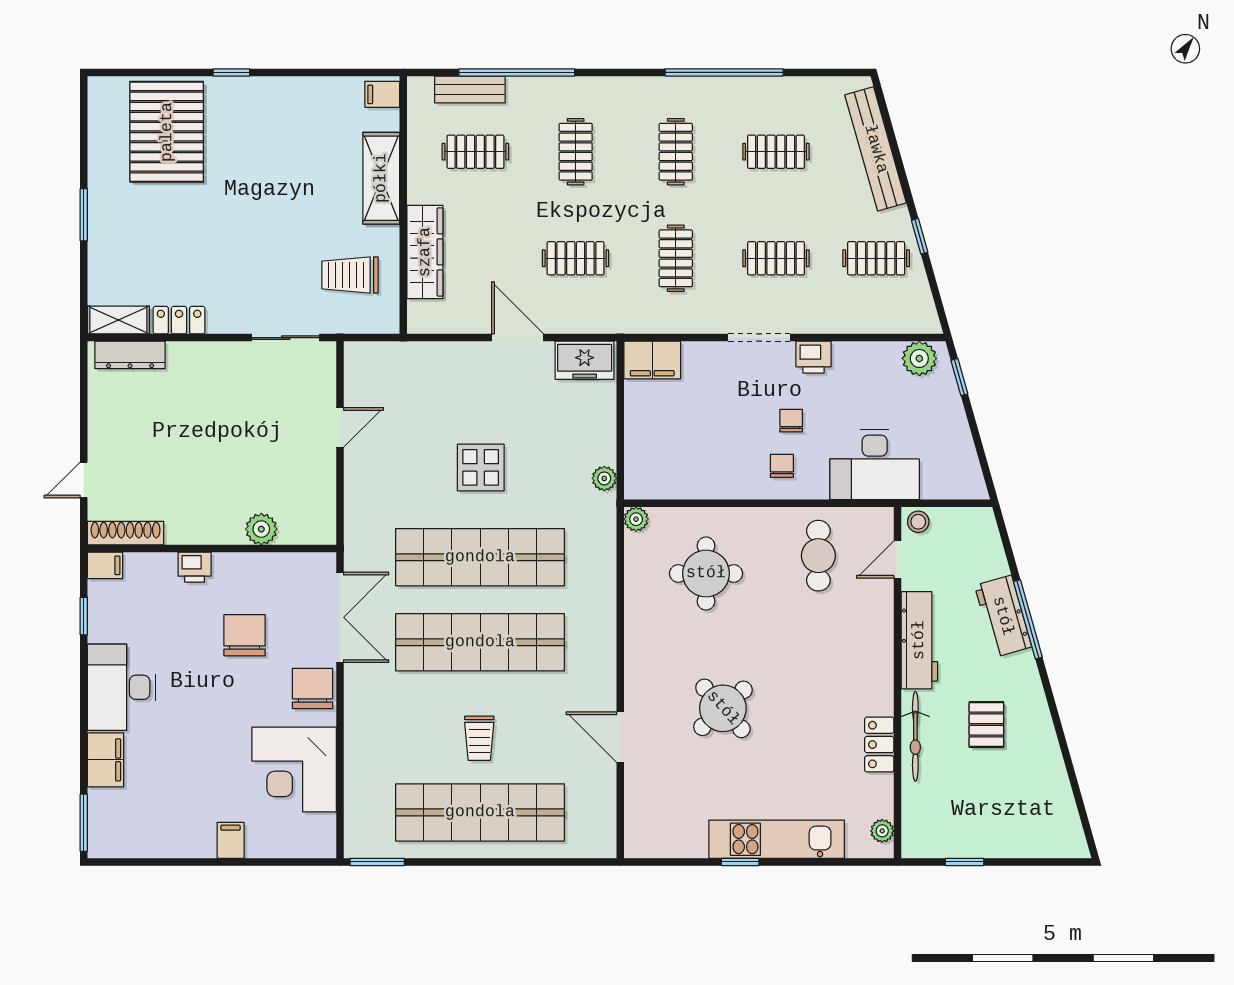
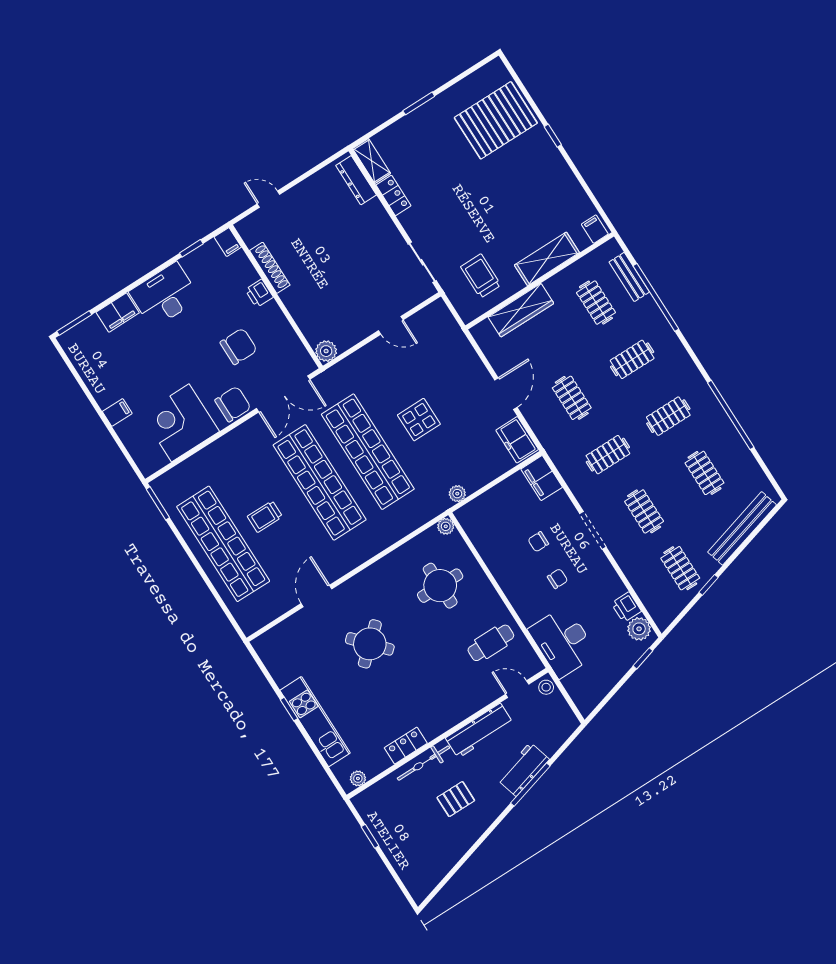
printer: (813, 357) -> (626, 607), moved
chair: (782, 466) -> (538, 542), moved, turned 180
plant: (261, 529) -> (326, 351), moved
shoe rack: (126, 533) -> (270, 268), moved

